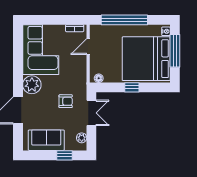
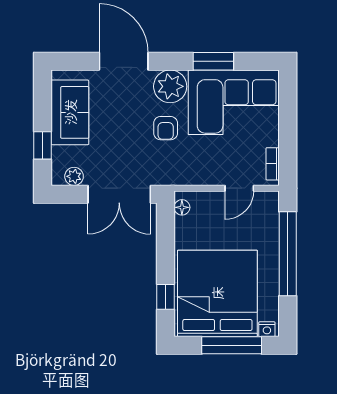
door: (88, 47) -> (239, 188), swing flipped
window: (18, 61) -> (213, 61), added
window: (132, 87) -> (165, 297), moved
armchair: (66, 101) -> (166, 128), moved
double door: (91, 113) -> (119, 194), width x1.37

